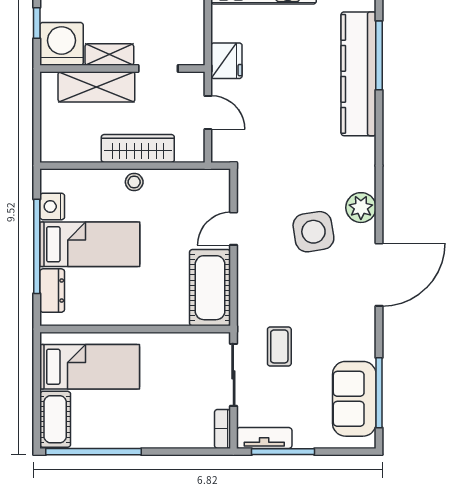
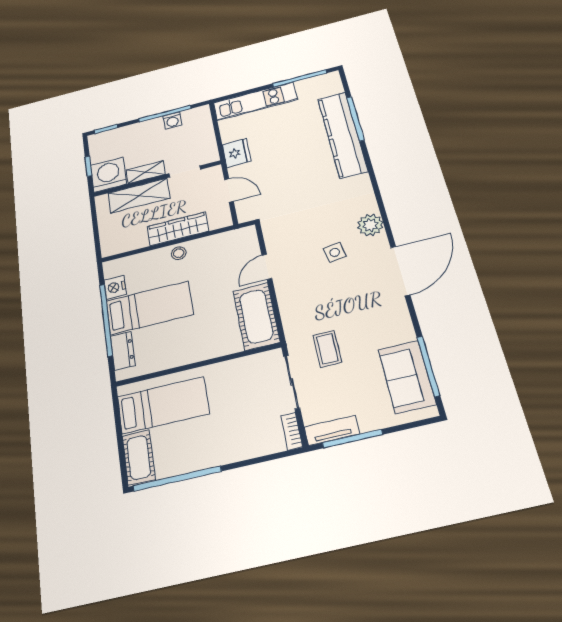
side table: (313, 232) -> (335, 252), width x0.54, depth x0.54

